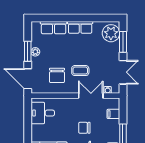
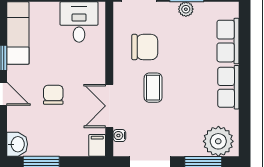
chair: (57, 75) -> (145, 47), turned 180
double door: (91, 96) -> (109, 106), swing flipped
filing cabinet: (113, 114) -> (97, 145), moved

